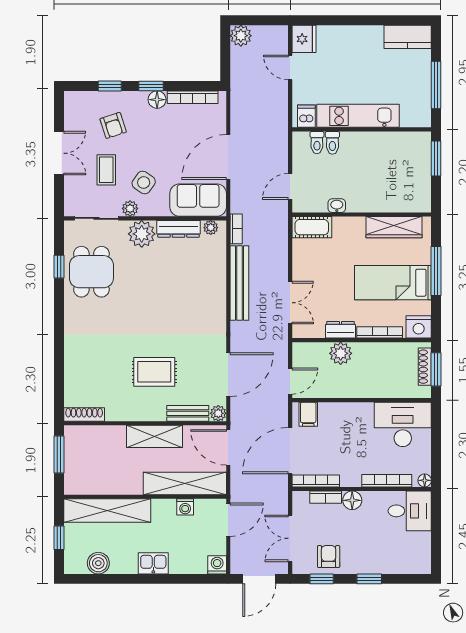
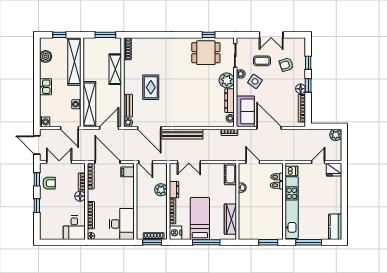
kitchen unit: (358, 116) -> (292, 208), width x1.36
bench: (239, 283) -> (182, 134), moved
shelving: (155, 436) -> (115, 69), moved

